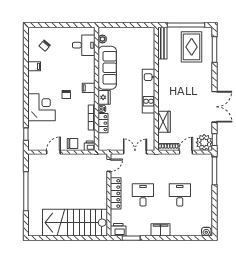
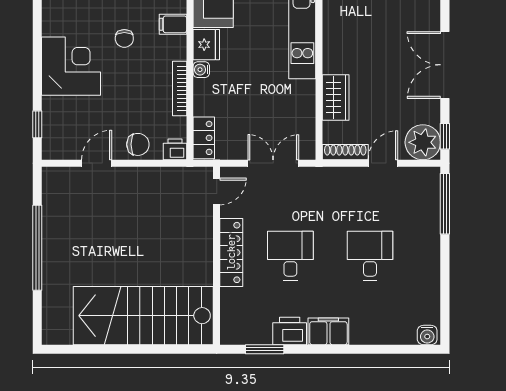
double door: (214, 107) -> (445, 65), swing flipped
locker: (103, 123) -> (204, 138), moved
printer: (118, 230) -> (290, 331), moved

